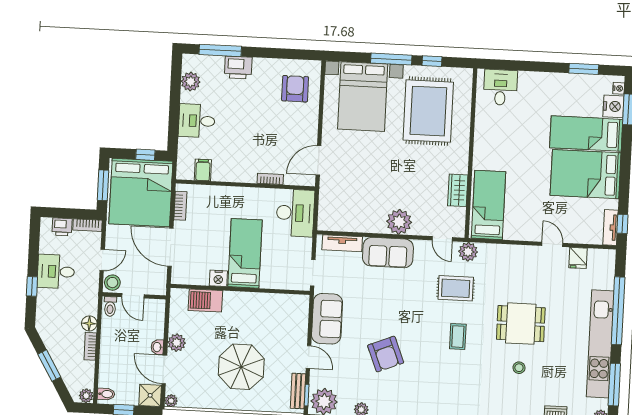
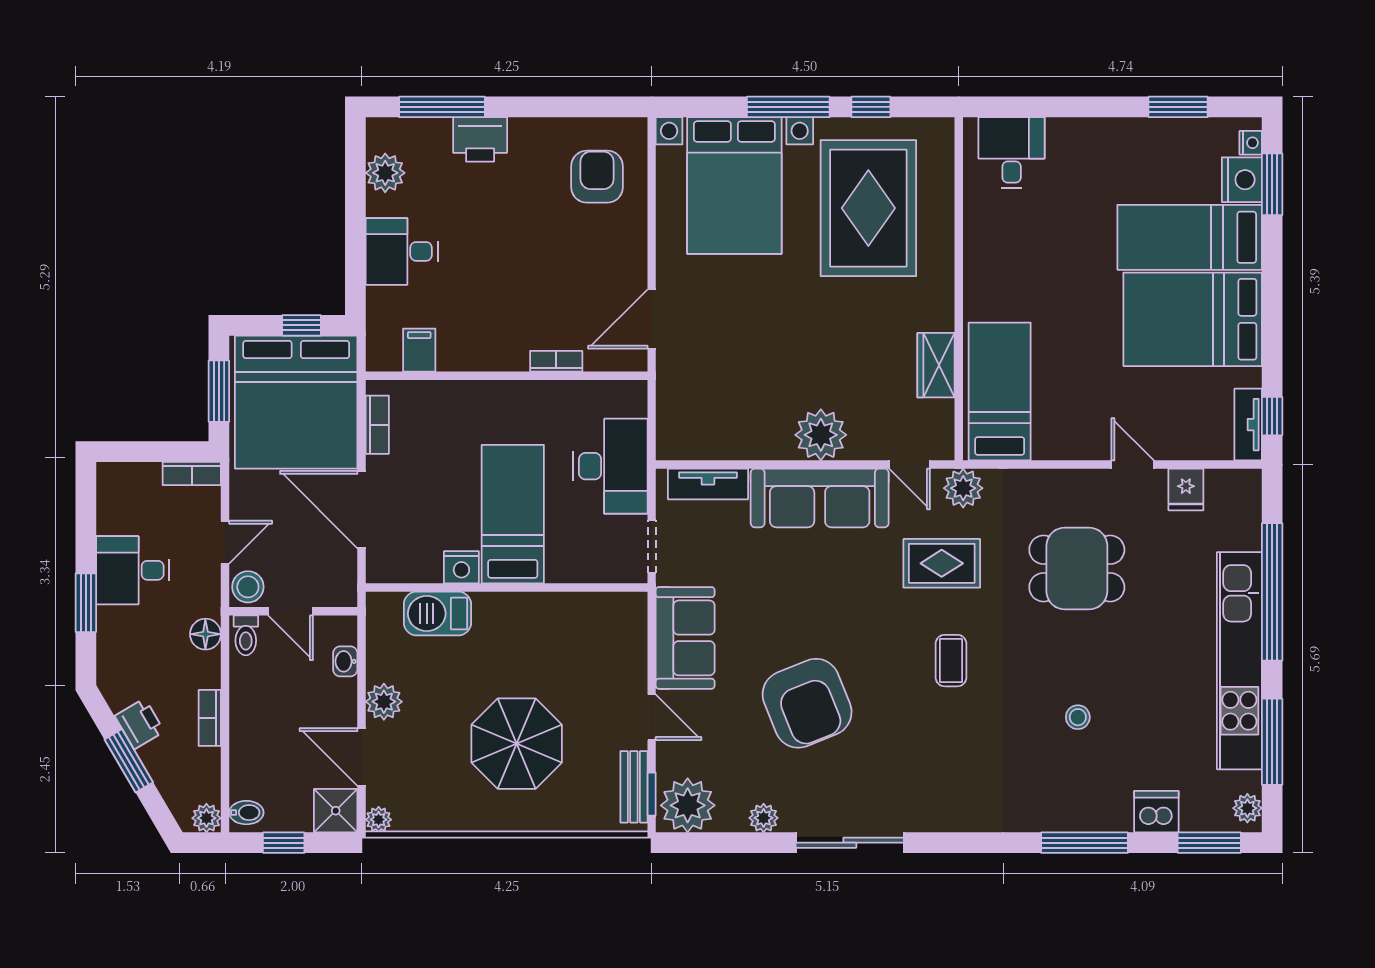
desk: (295, 213) -> (610, 466), moved
printer: (62, 227) -> (139, 724), moved, turned -120
sofa: (388, 253) -> (820, 498), width x1.36
window: (32, 286) -> (86, 603), width x1.50
floor lamp: (89, 323) -> (205, 634), moved
dining table: (521, 324) -> (1077, 569), moved
washbasin: (157, 347) -> (345, 661), moved
armchair: (386, 354) -> (807, 703), width x1.36, depth x1.36

